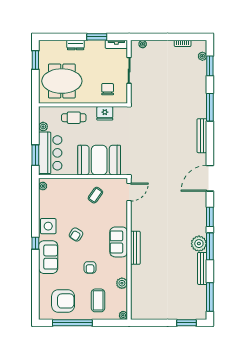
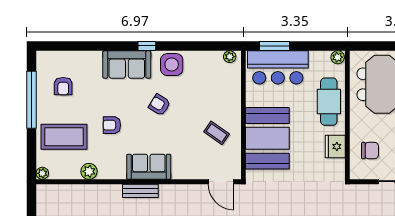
cafe table: (74, 118) -> (329, 102), width x1.37, depth x1.35
plant: (43, 127) -> (338, 57), moved
bench: (135, 248) -> (140, 191), width x0.73
coffee table: (98, 300) -> (64, 137), width x1.36, depth x1.32
armchair: (63, 301) -> (63, 86), width x0.53, depth x0.53

